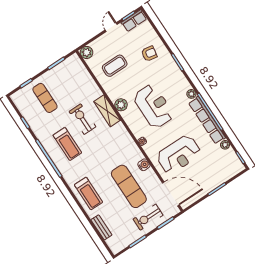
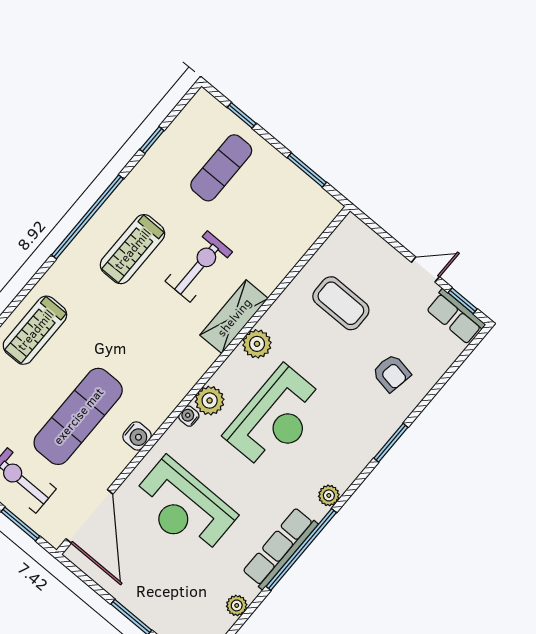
plant: (87, 52) -> (210, 401), moved
row of seats: (207, 120) -> (280, 548), width x0.73

